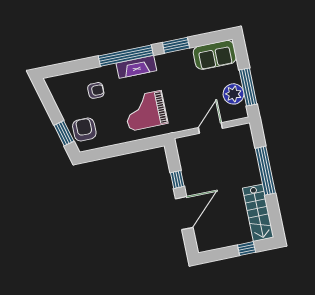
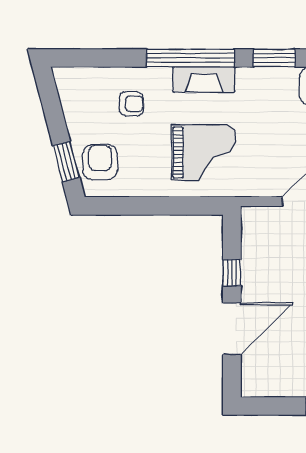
grand piano: (145, 111) -> (204, 152), turned 180

